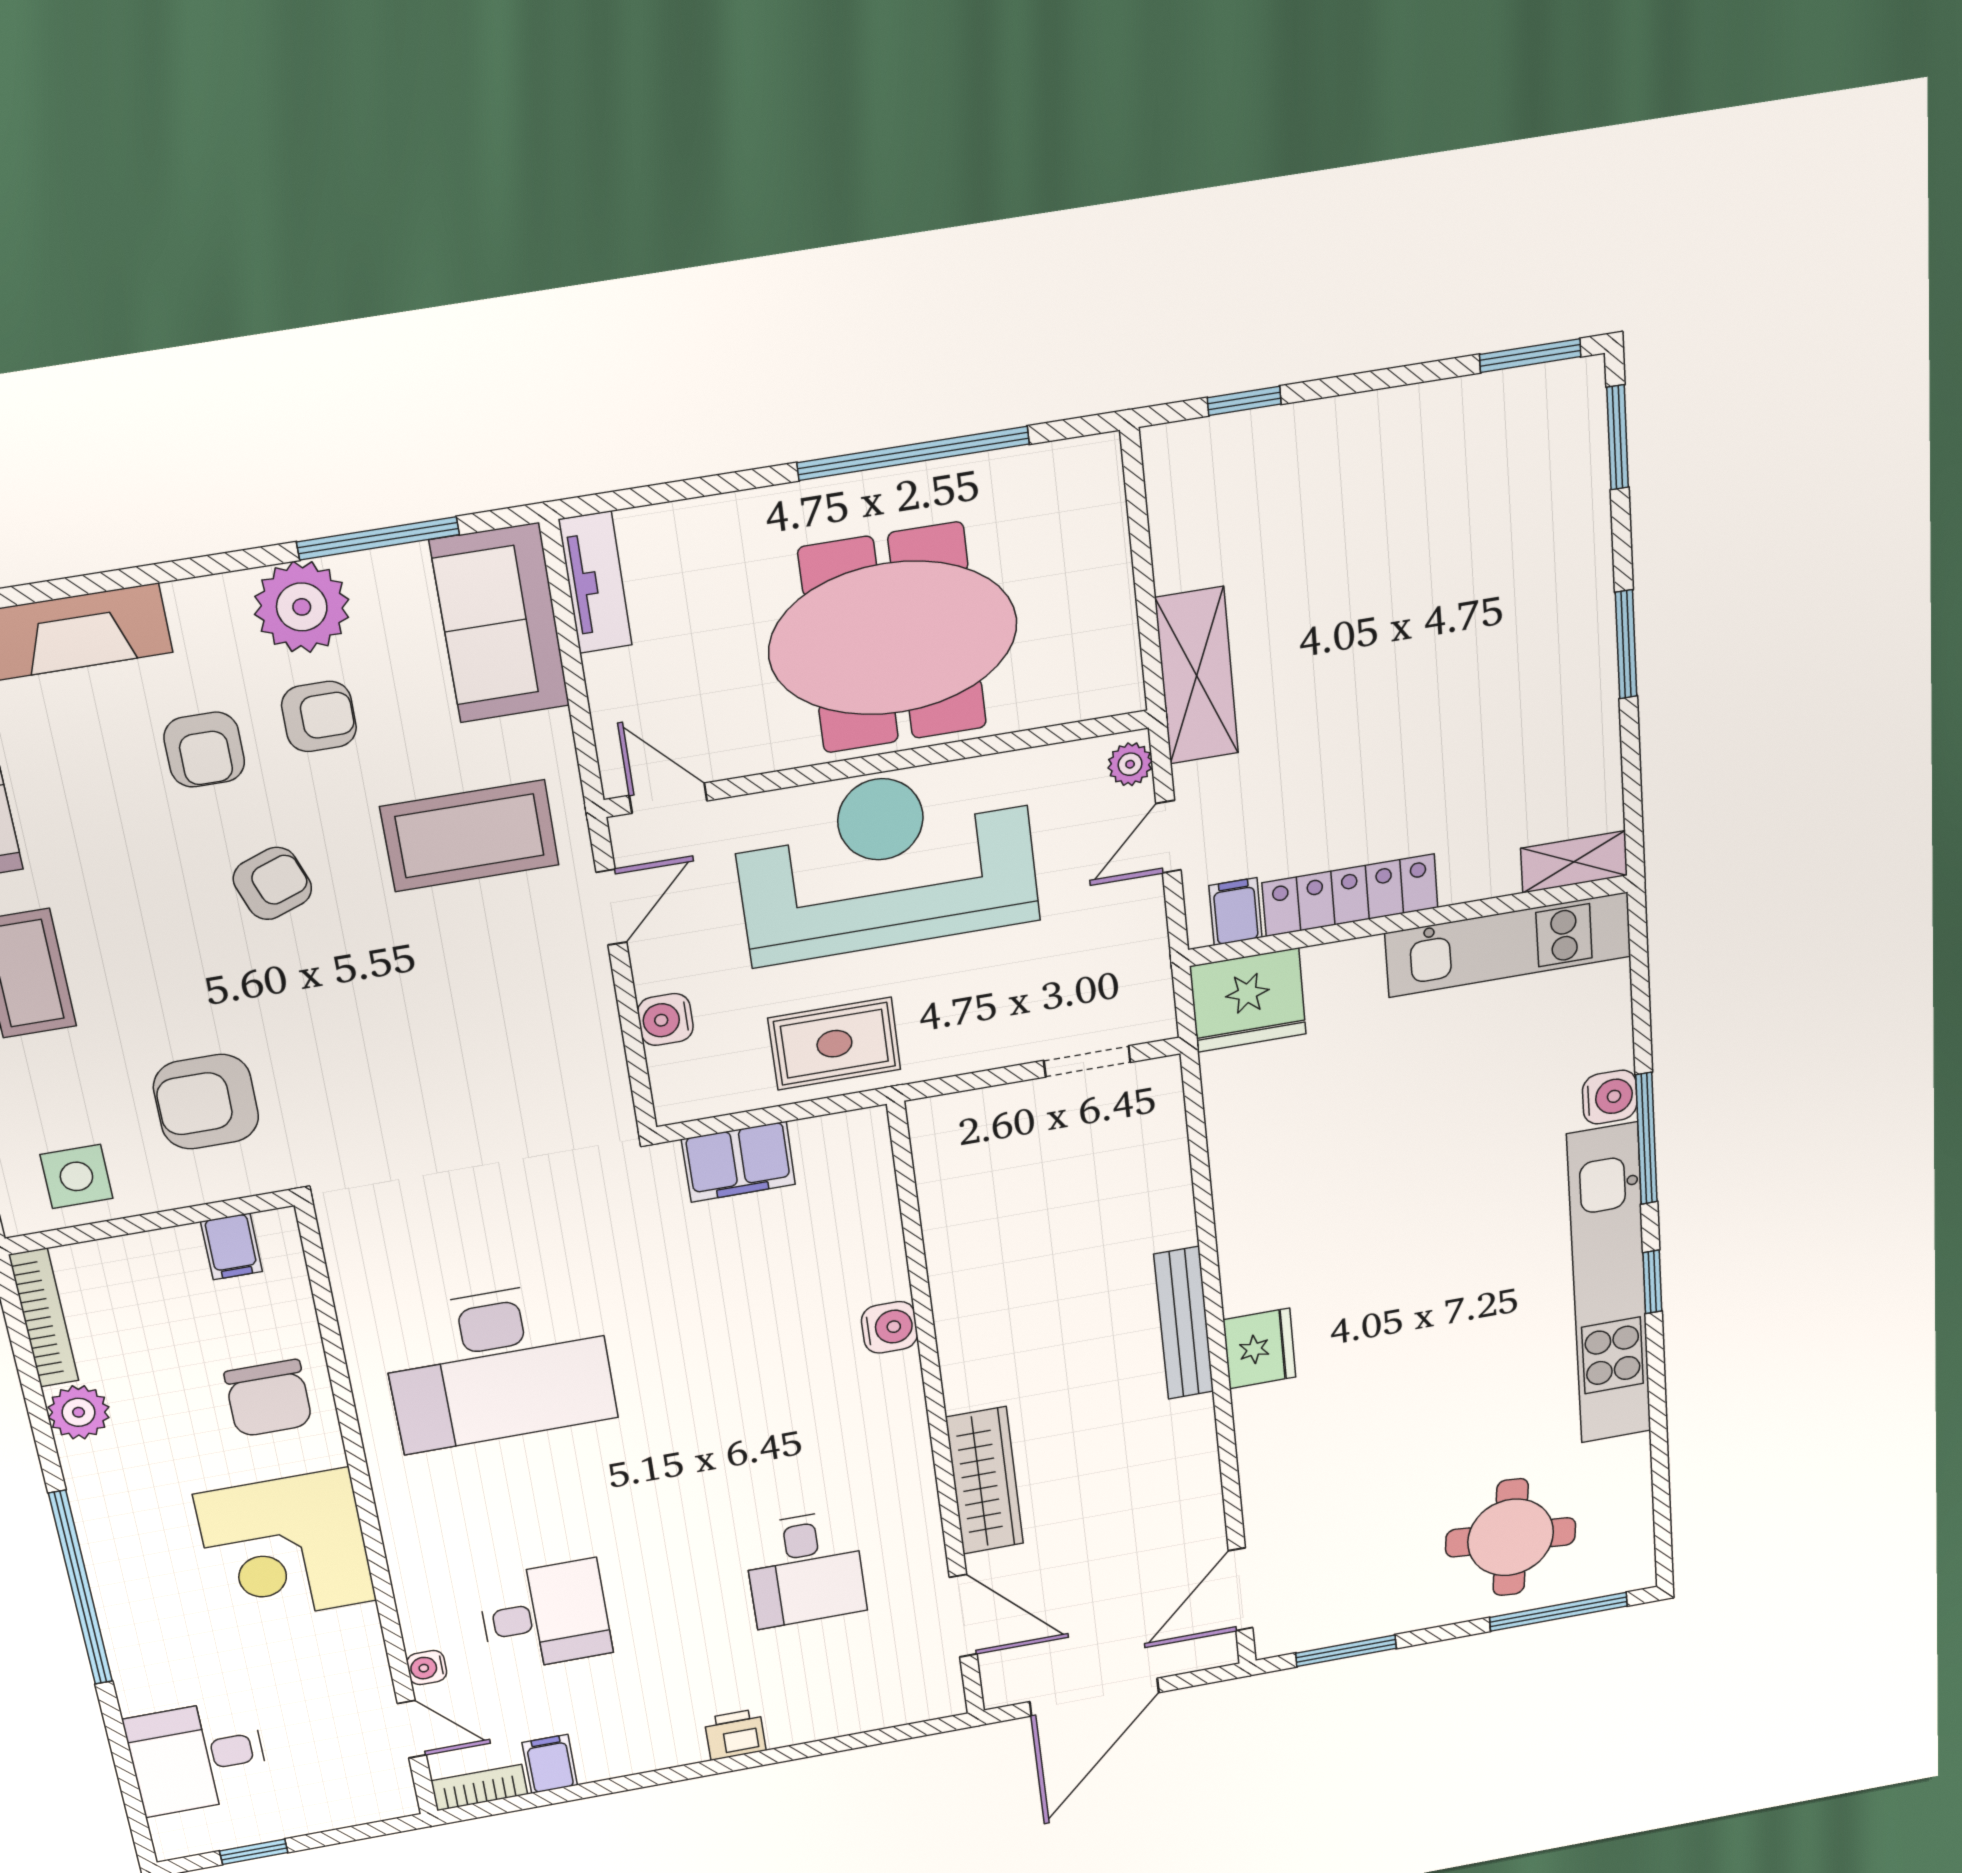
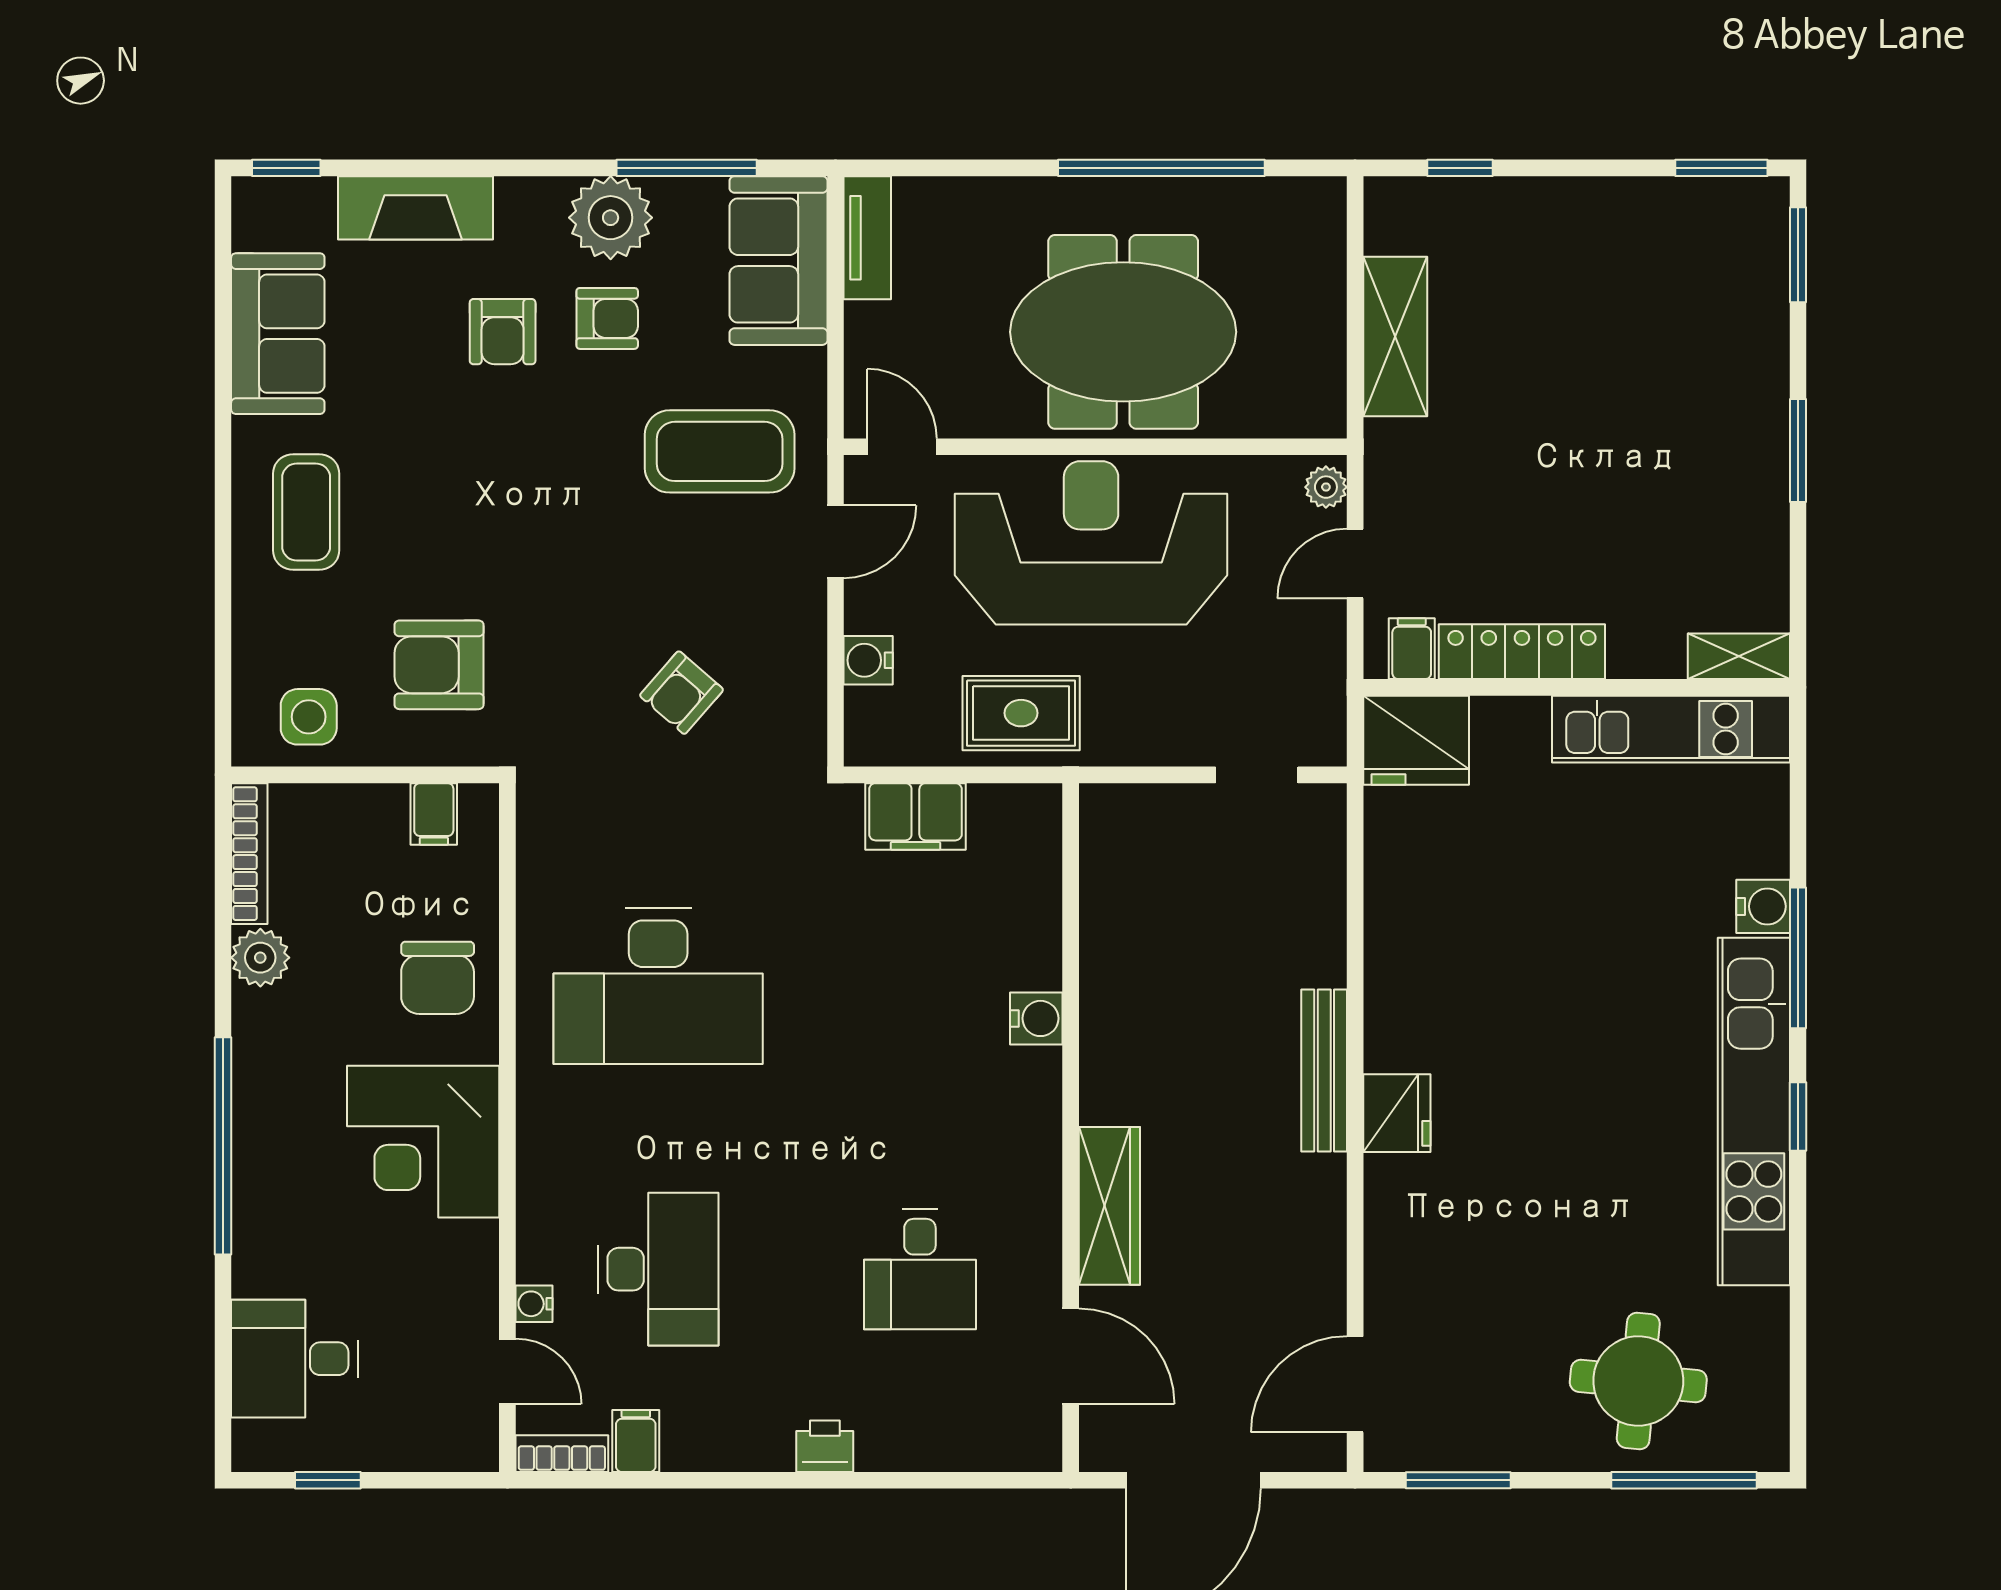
shelving: (1197, 676) -> (1395, 336), moved
armchair: (272, 883) -> (682, 693), moved, turned 151
desk: (545, 1616) -> (658, 1269), width x1.37

